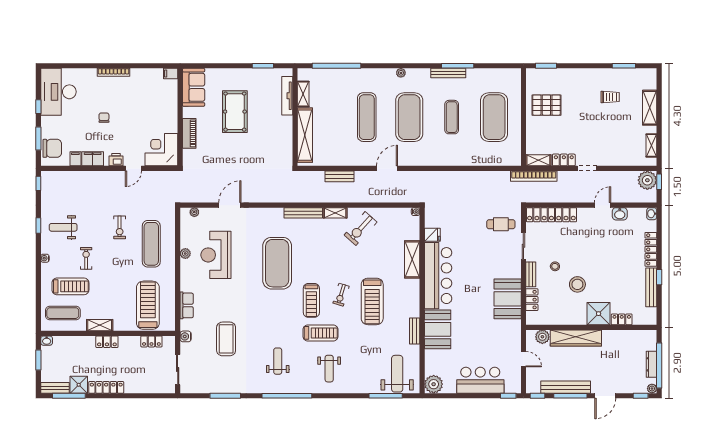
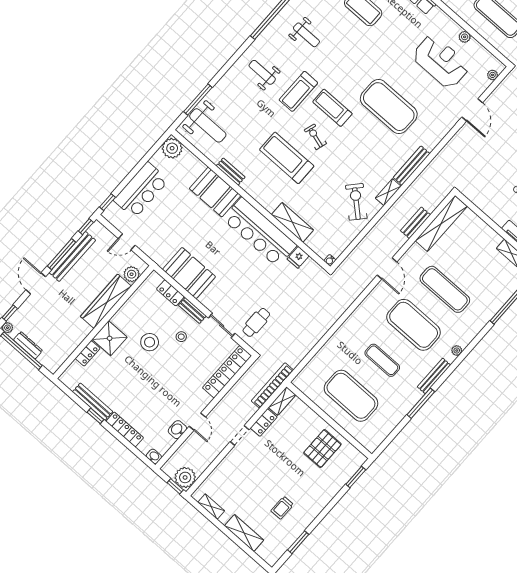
bench: (448, 73) -> (434, 376), moved
shelving: (305, 135) -> (441, 223), moved, turned 90

